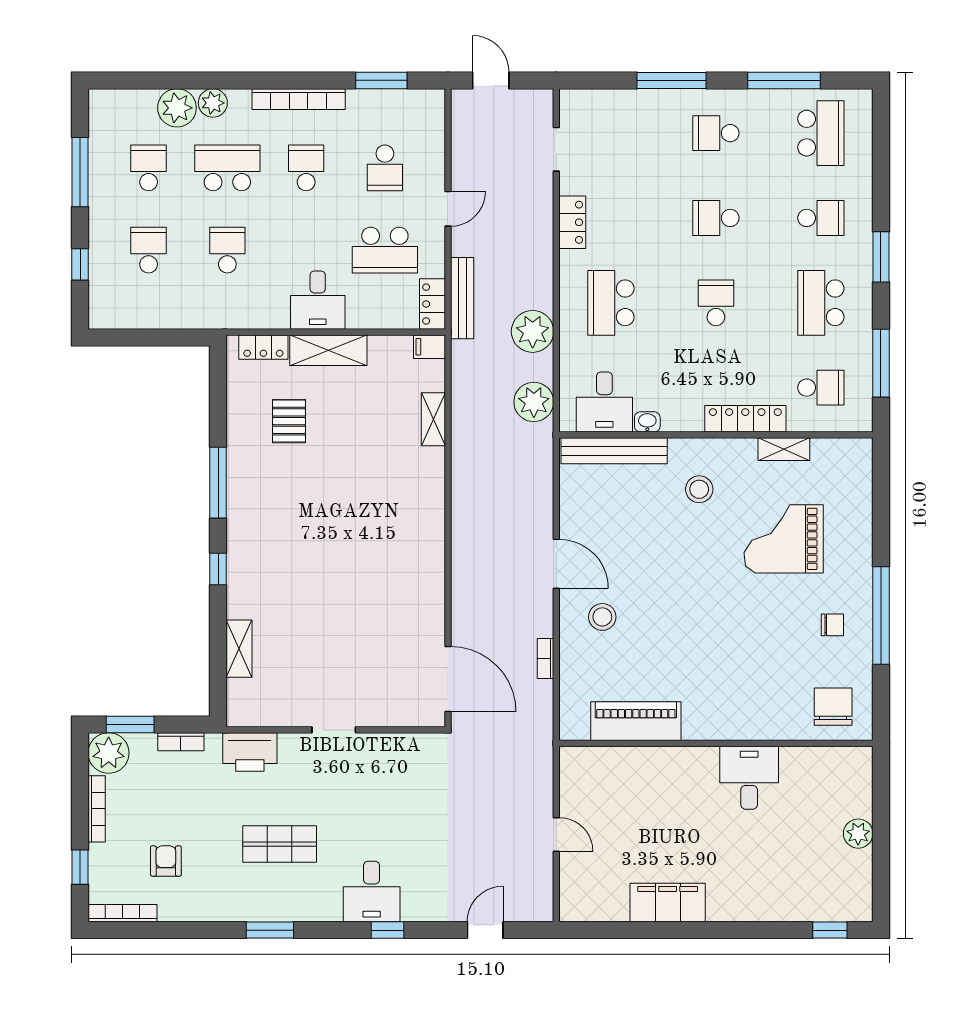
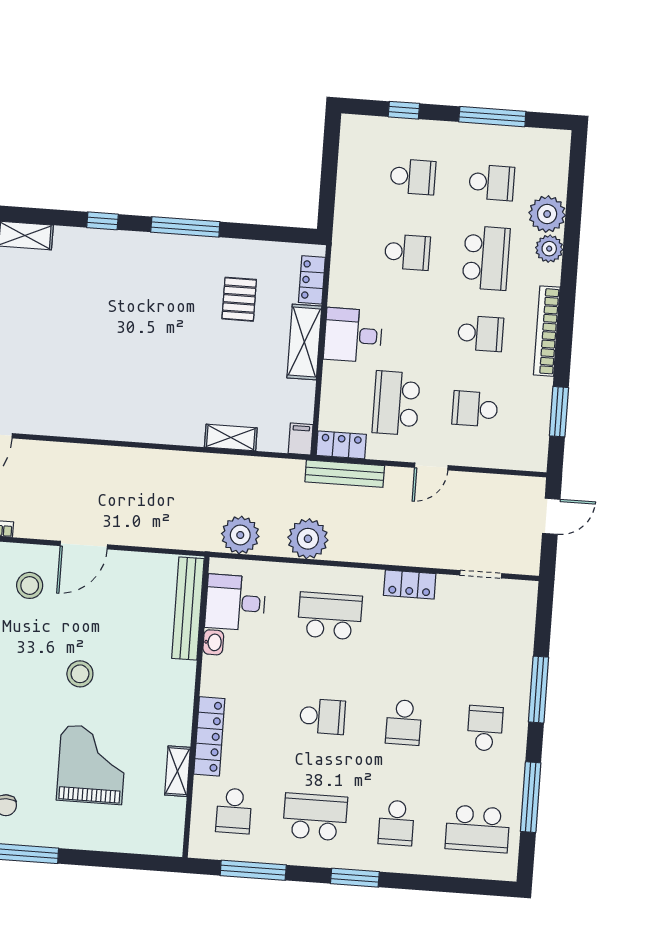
door: (448, 209) -> (431, 466), hinge flipped
school desk: (716, 218) -> (404, 722), turned 180
pallet: (289, 421) -> (239, 299), turned 90
stool: (699, 489) -> (80, 674), moved

